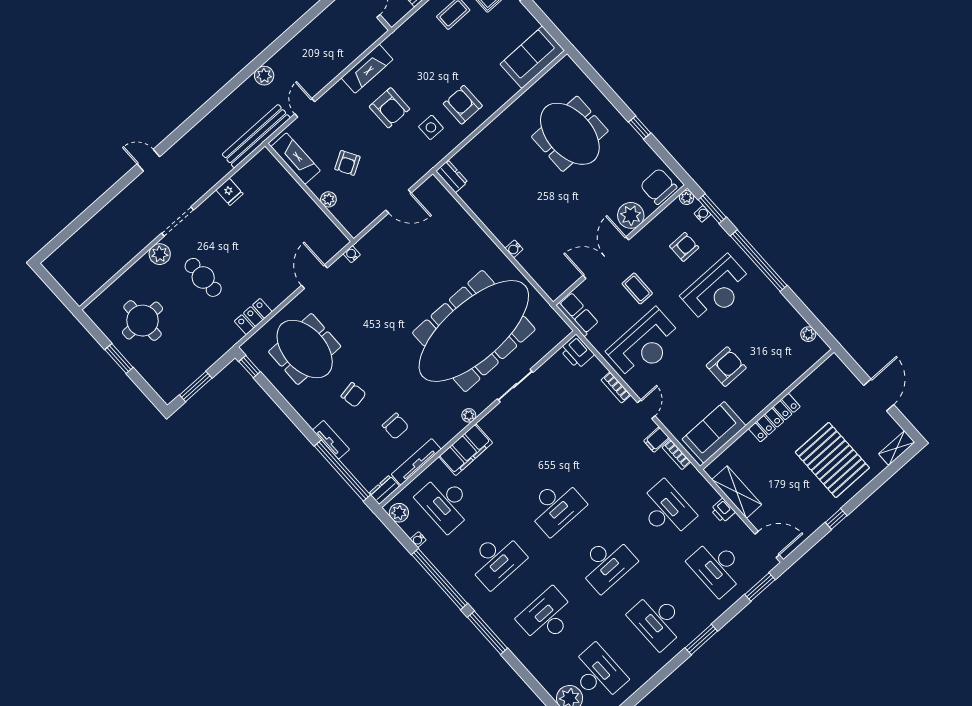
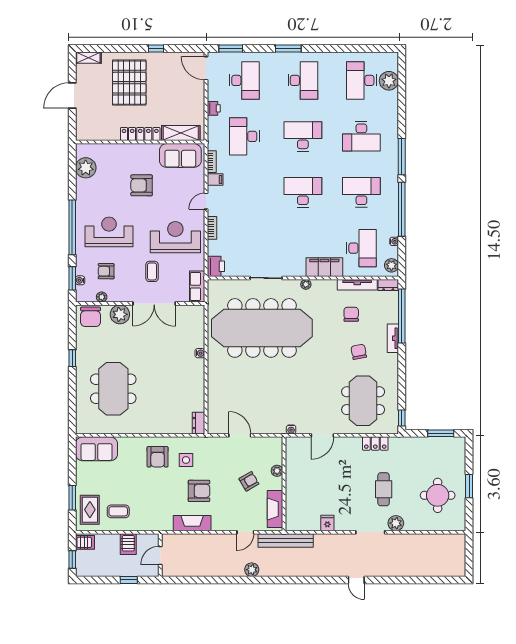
armchair: (390, 108) -> (199, 491), turned 90
plant: (687, 197) -> (102, 297), moved
plant: (808, 334) -> (86, 168), width x1.87, depth x1.87
shelving: (737, 492) -> (181, 133), moved, turned 90

